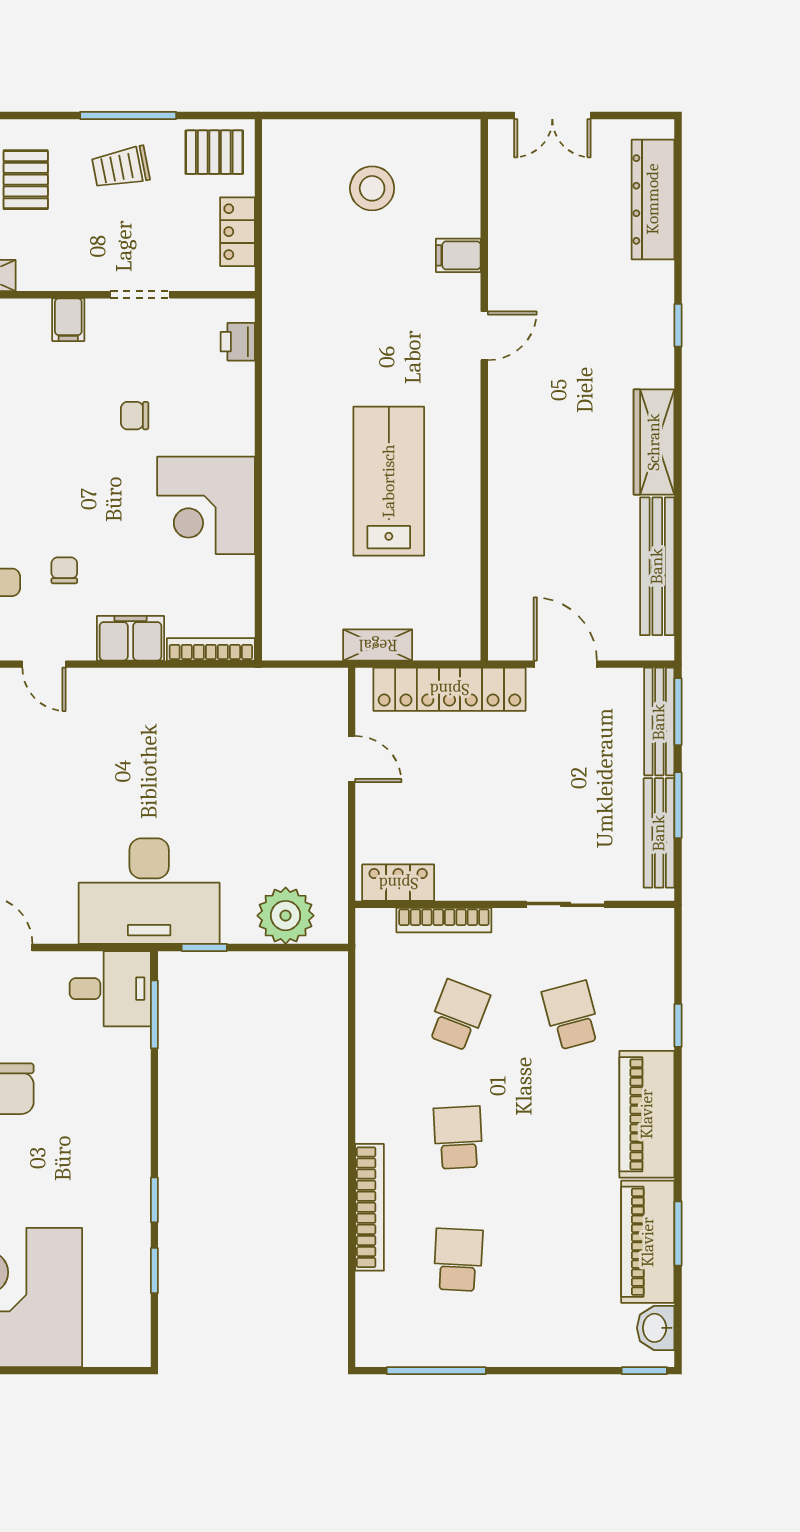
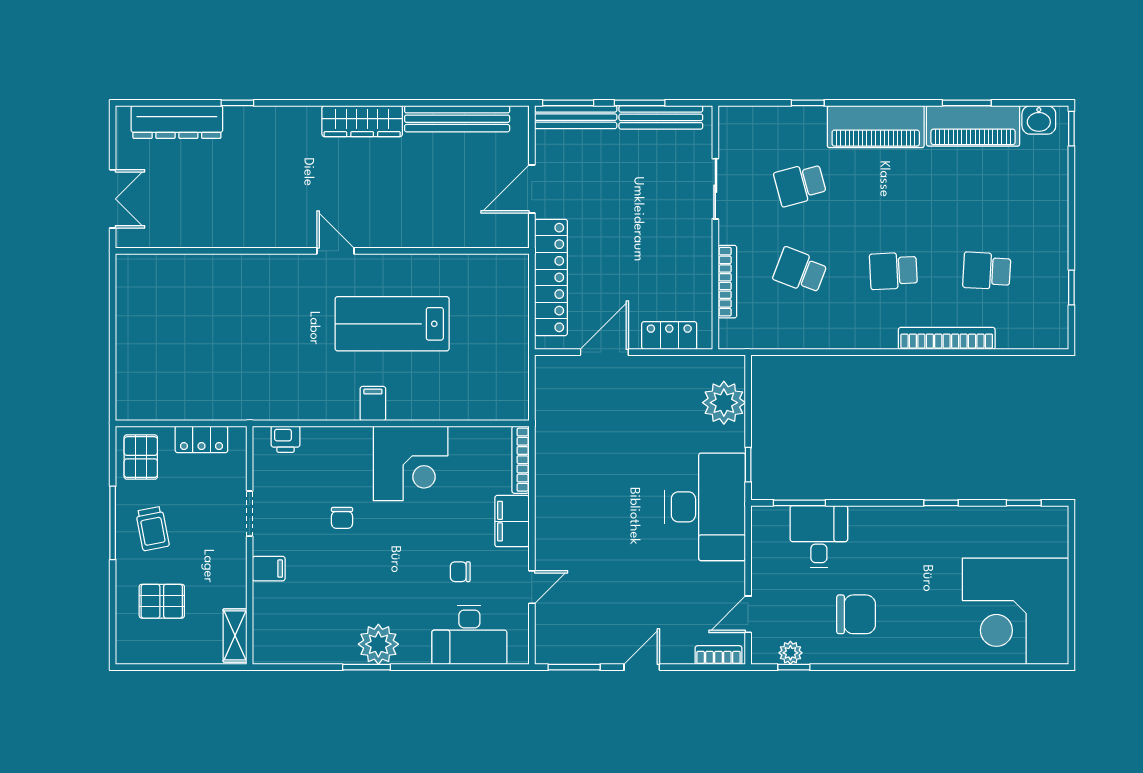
stool: (372, 188) -> (168, 337), removed
filing cabinet: (458, 255) -> (373, 404), moved, turned 180
window: (678, 325) -> (237, 103), moved
door: (484, 336) -> (335, 251), moved
shelving: (378, 645) -> (517, 332), removed
door: (352, 759) -> (604, 352), width x1.37
locker: (398, 883) -> (669, 336), moved, turned 90
desk: (110, 989) -> (819, 537), moved
window: (154, 1271) -> (1024, 503), moved
window: (436, 1371) -> (1071, 288), width x0.46

